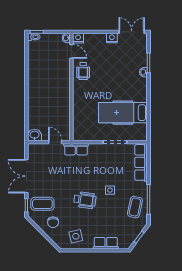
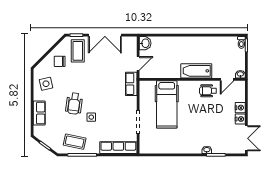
nightstand: (78, 38) -> (240, 108), moved
bathtub: (63, 83) -> (196, 71), added
hospital bed: (123, 113) -> (167, 104), moved, turned 180
double door: (26, 176) -> (105, 35), swing flipped
wheelchair: (85, 200) -> (74, 104), moved

